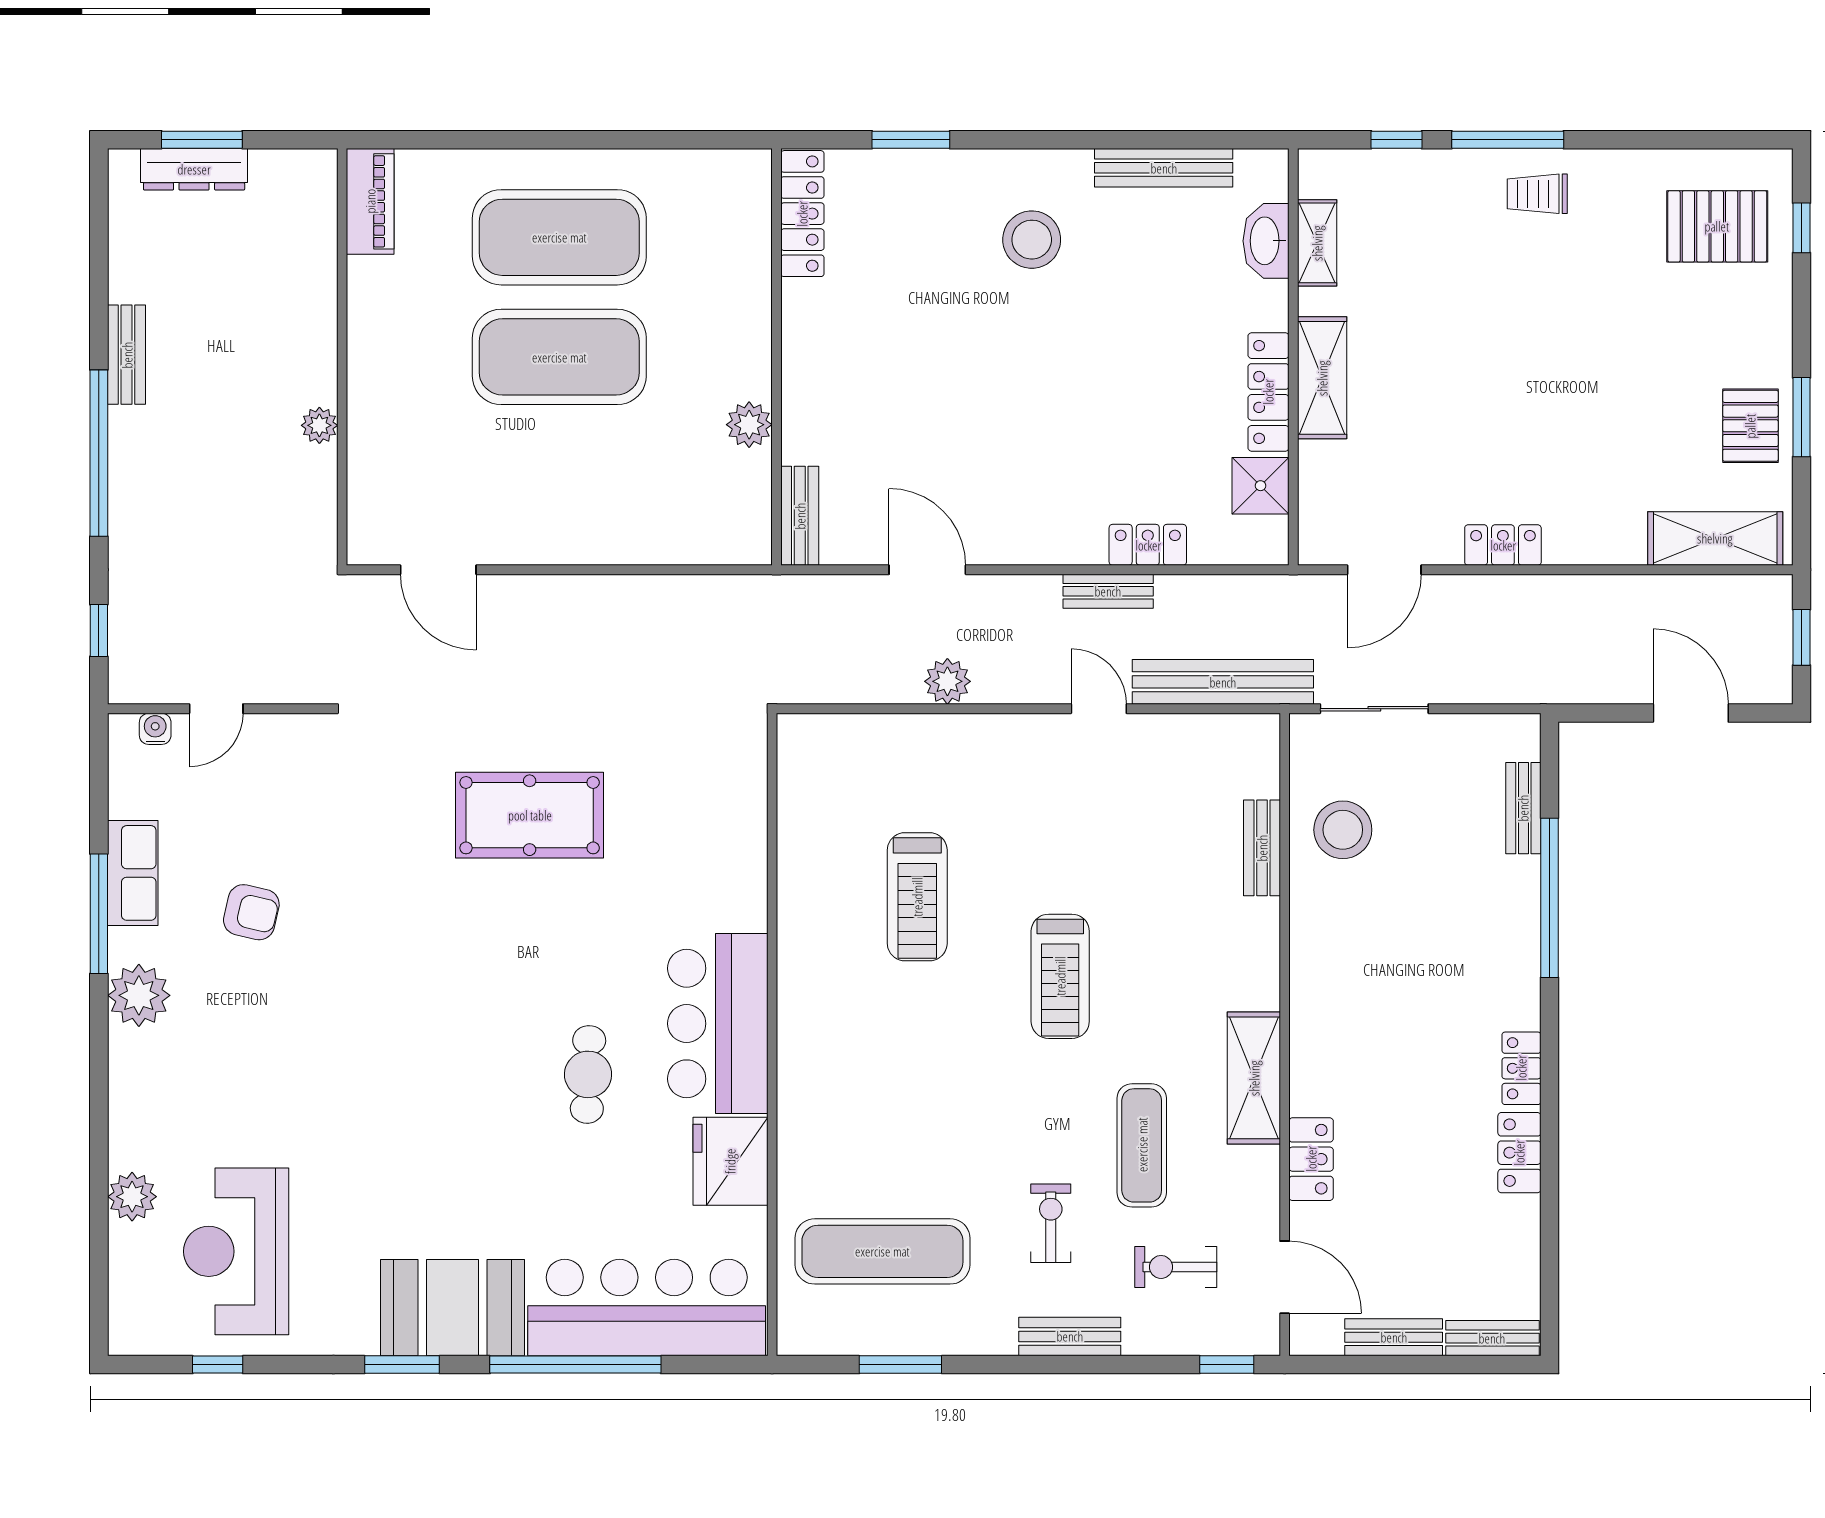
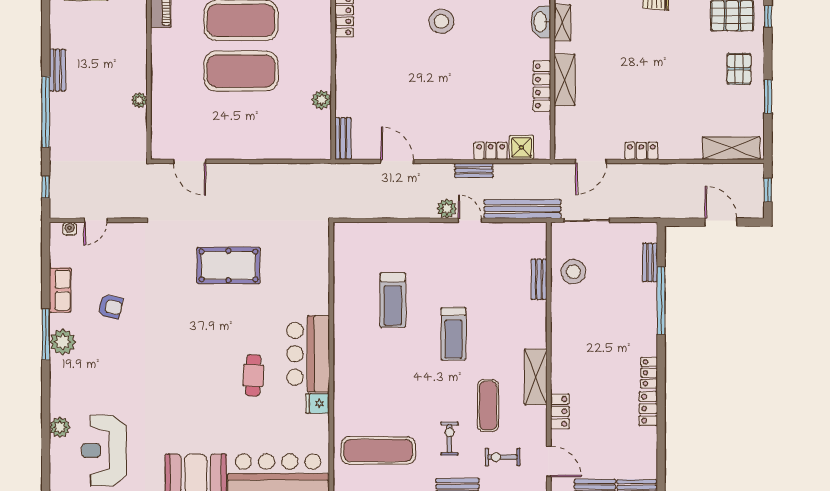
pallet: (1750, 426) -> (739, 69), moved
shower: (1261, 486) -> (521, 147), moved
plant: (947, 681) -> (447, 209), moved
window: (99, 914) -> (46, 334), moved
fridge: (730, 1161) -> (318, 403), width x0.53, depth x0.75

